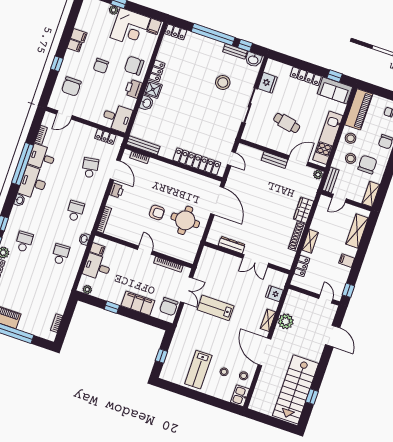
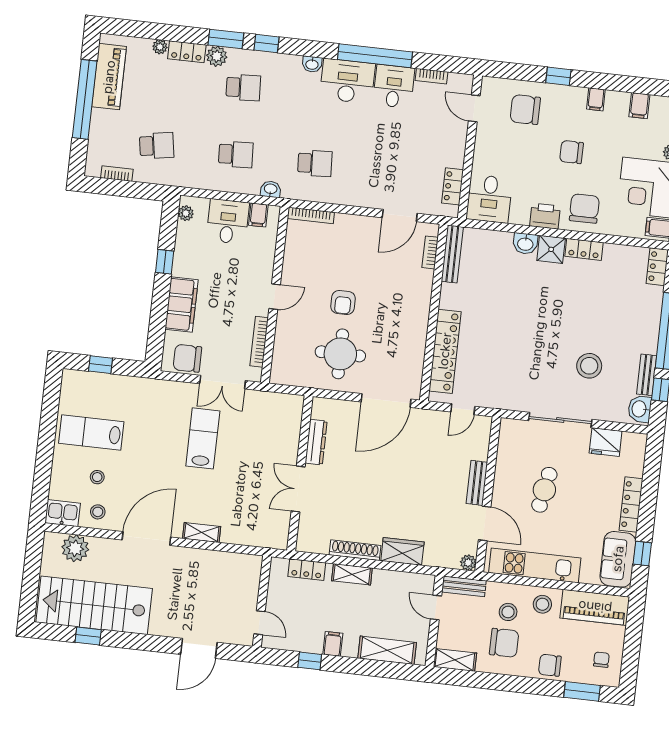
filing cabinet: (79, 36) -> (639, 106), moved
school desk: (90, 168) -> (157, 146), moved
printer: (117, 191) -> (365, 226), removed
window: (348, 290) -> (310, 661), moved
fridge: (274, 294) -> (249, 533), removed
door: (326, 299) -> (260, 623), hinge flipped
plant: (286, 321) -> (75, 548), moved

